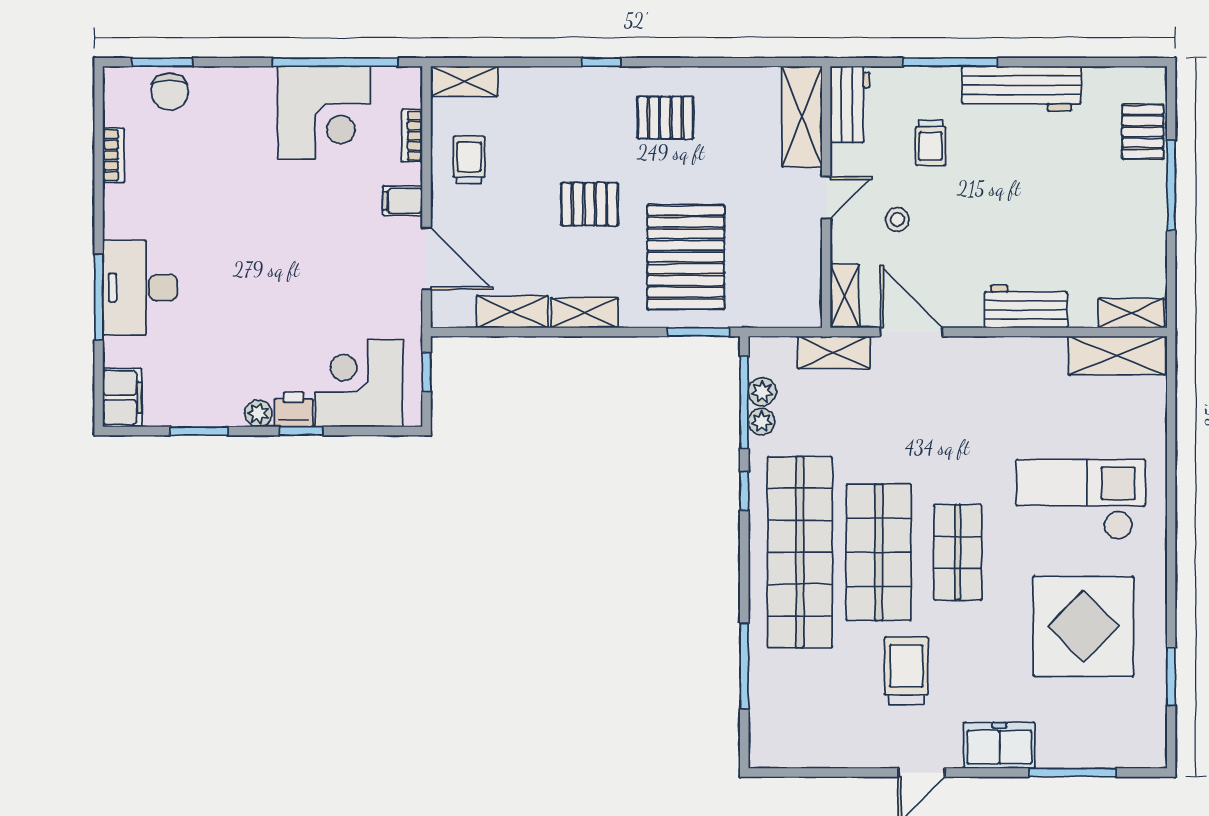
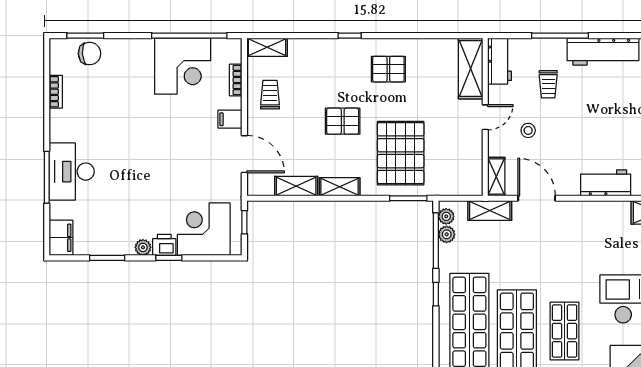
chair: (170, 92) -> (90, 53), turned -94
plant: (761, 422) -> (446, 216), moved

